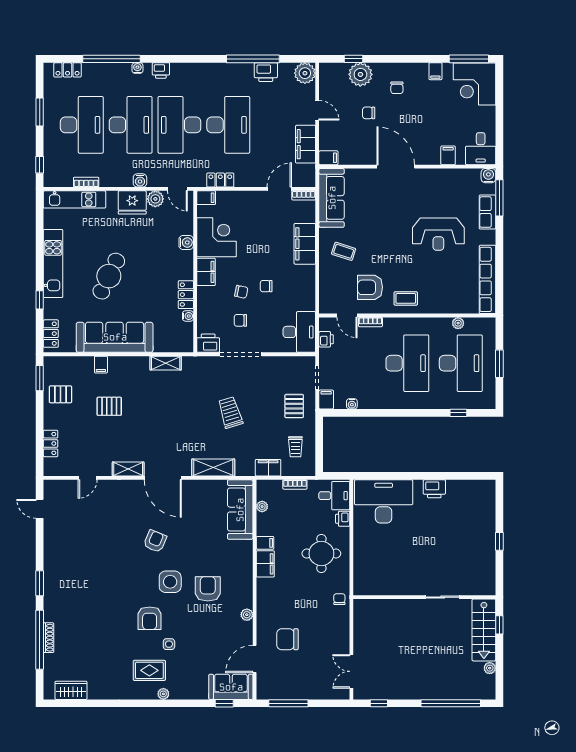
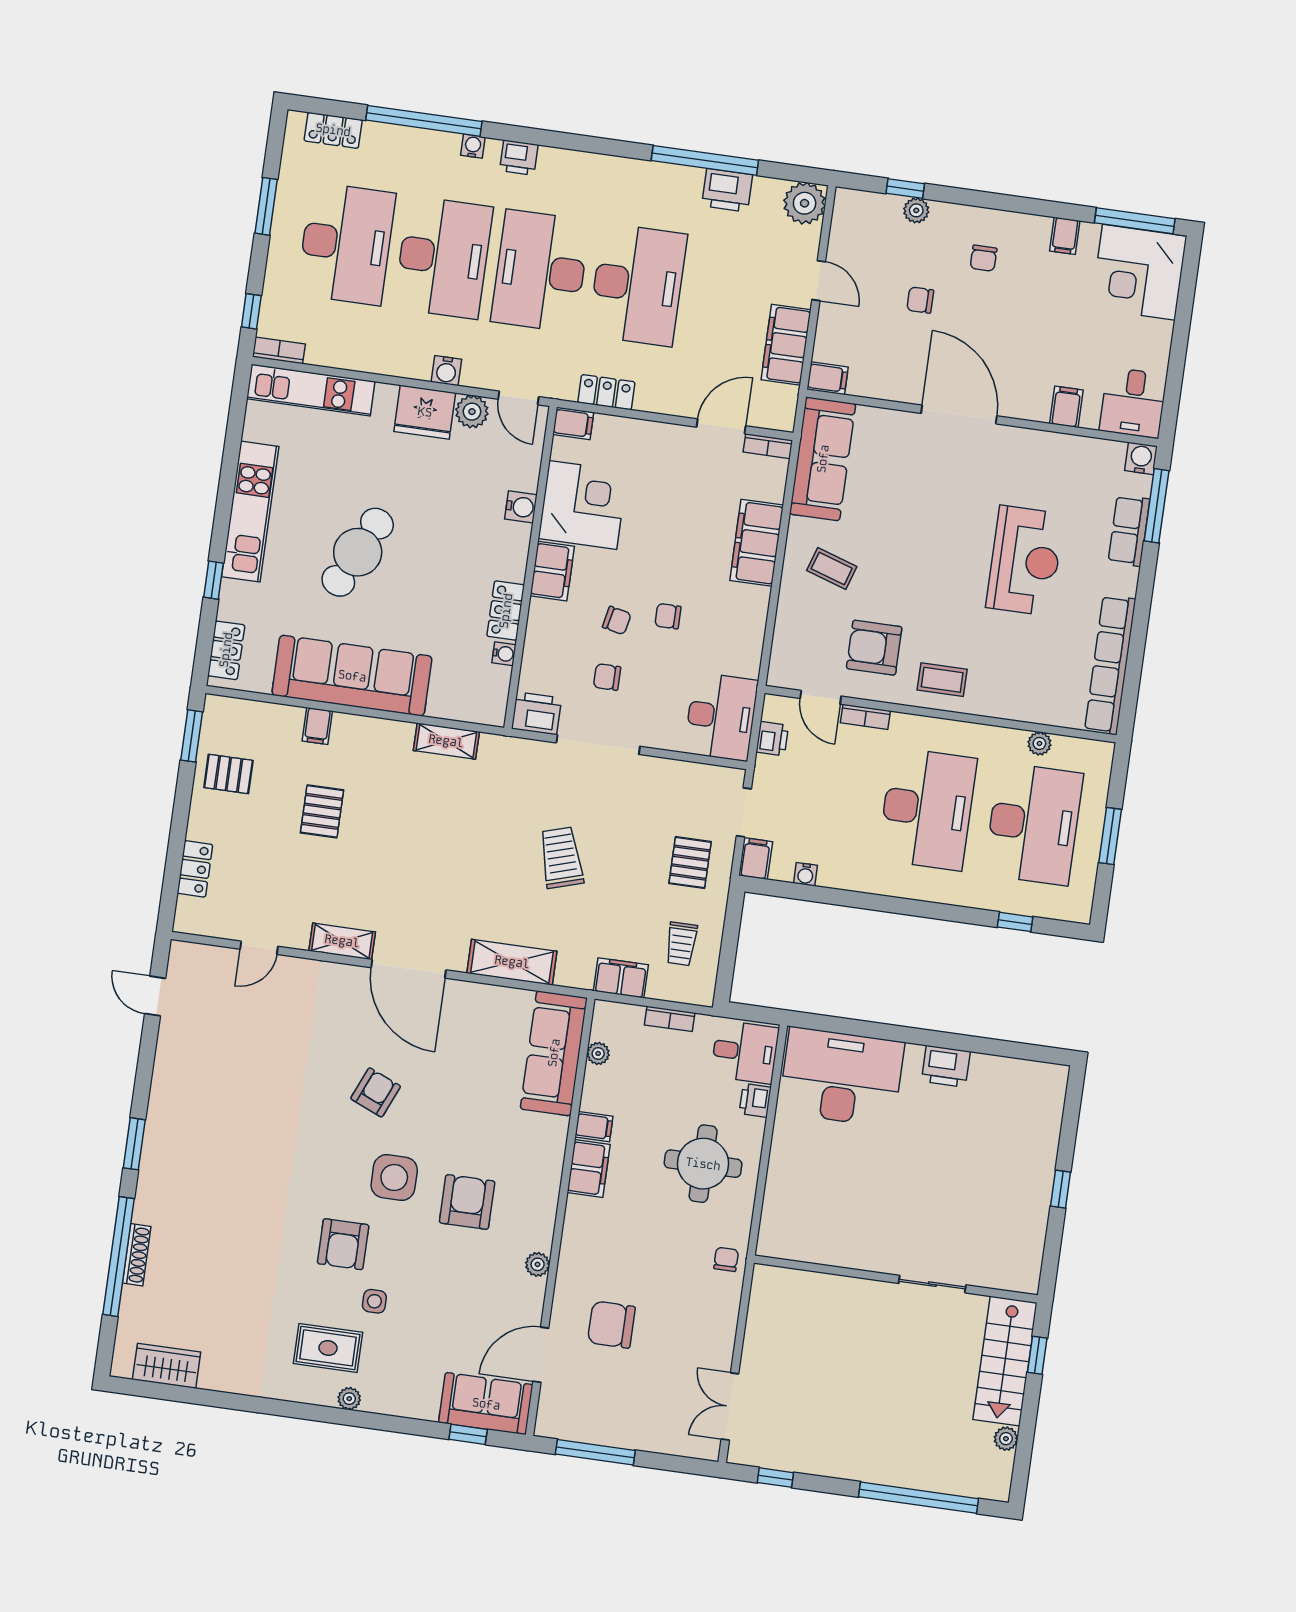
plant: (360, 74) -> (916, 210), width x0.53, depth x0.53
bookcase: (86, 182) -> (279, 350), moved
reception desk: (438, 234) -> (1025, 561), turned -90
pallet: (109, 406) -> (322, 811), turned 90

